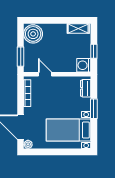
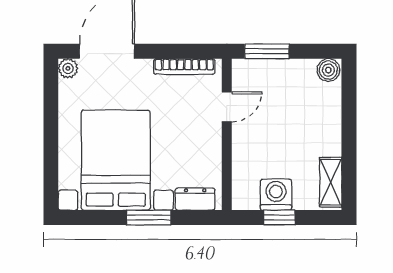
boiler: (33, 34) -> (328, 70), width x0.54, depth x0.54
washing machine: (84, 65) -> (276, 195), moved
bed with nightstands: (68, 130) -> (116, 160), width x1.36

